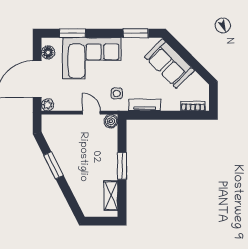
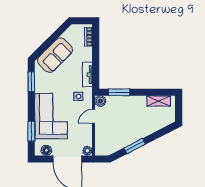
window: (122, 166) -> (119, 92), moved

